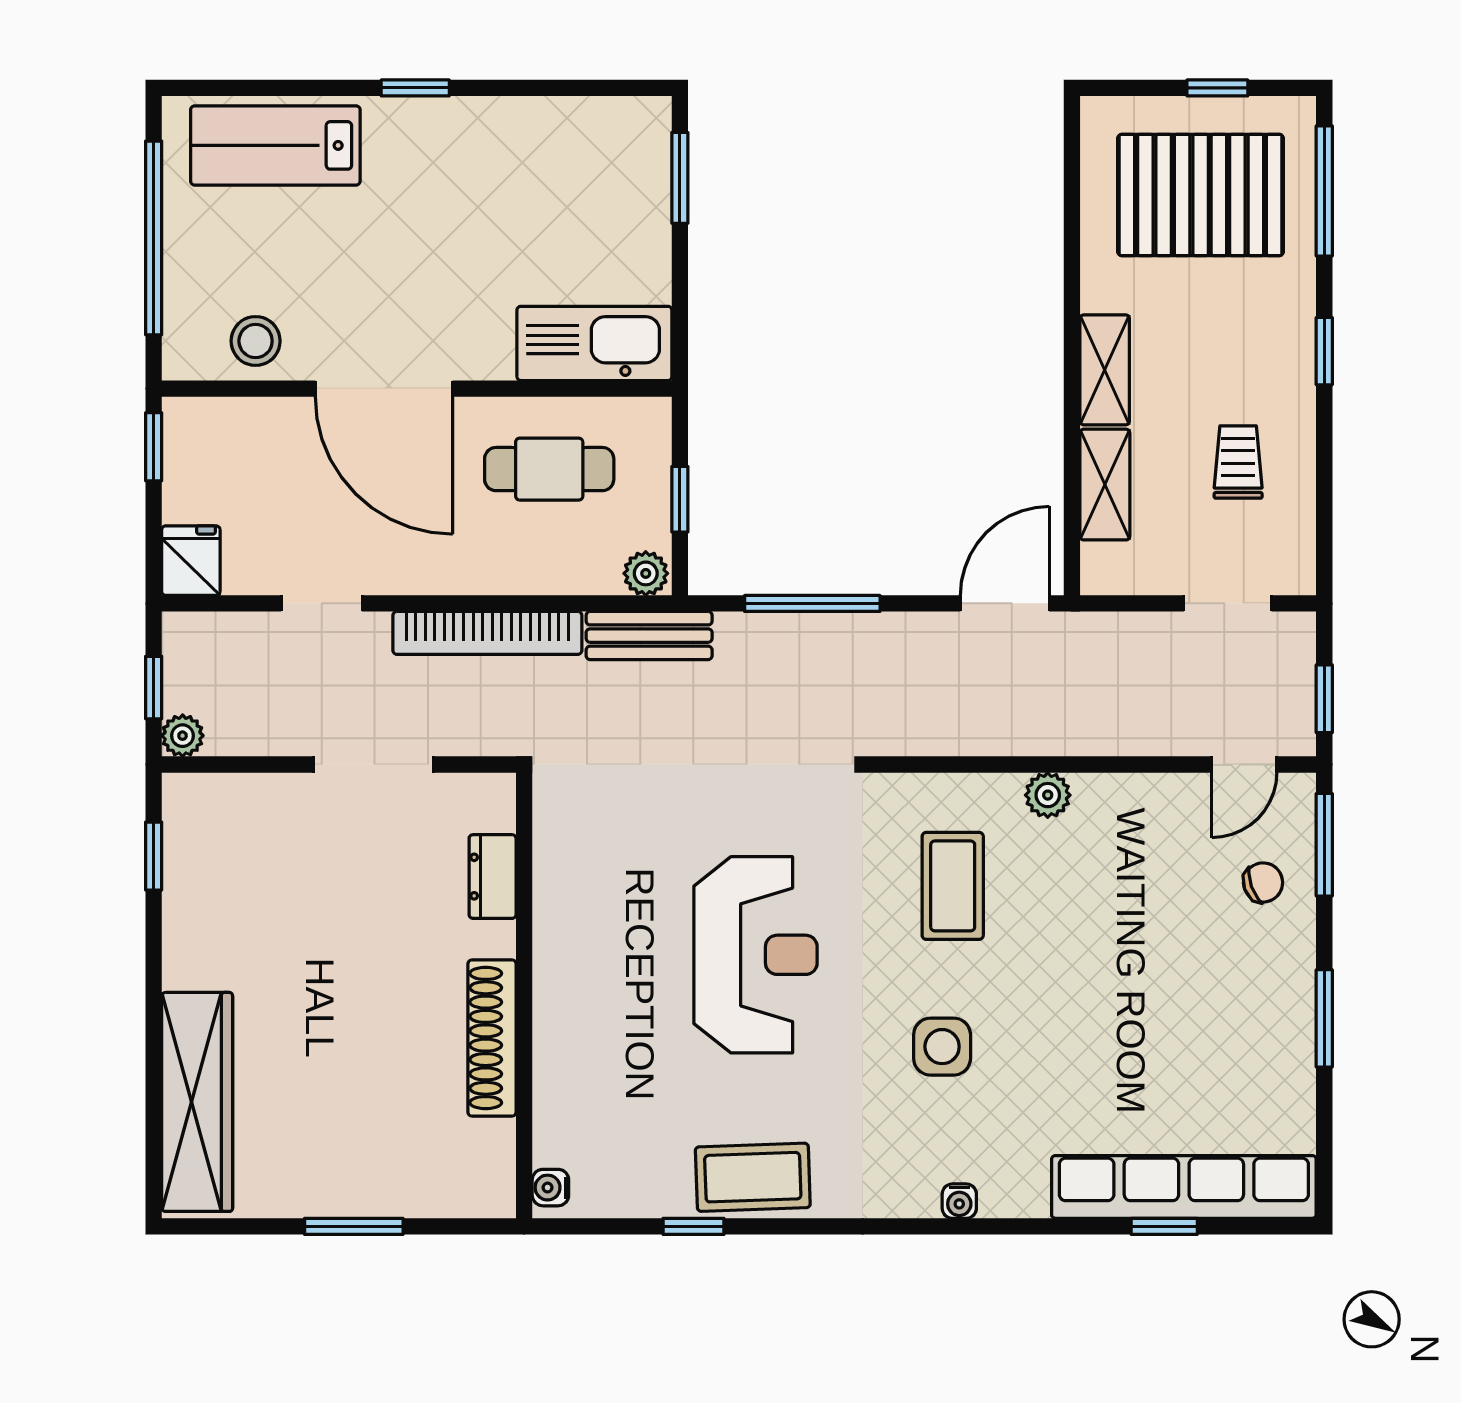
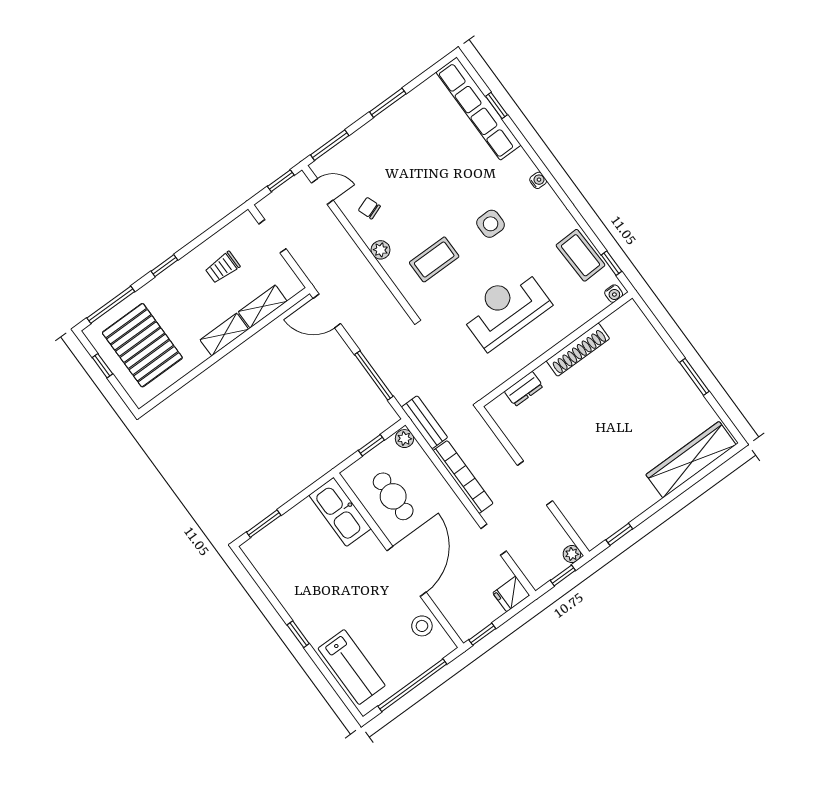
dresser: (493, 877) -> (524, 389), moved
chair: (1263, 882) -> (369, 208), moved
wall: (524, 995) -> (556, 349), moved
shoe rack: (492, 1038) -> (578, 350), moved
water cooler: (550, 1188) -> (614, 294), moved

